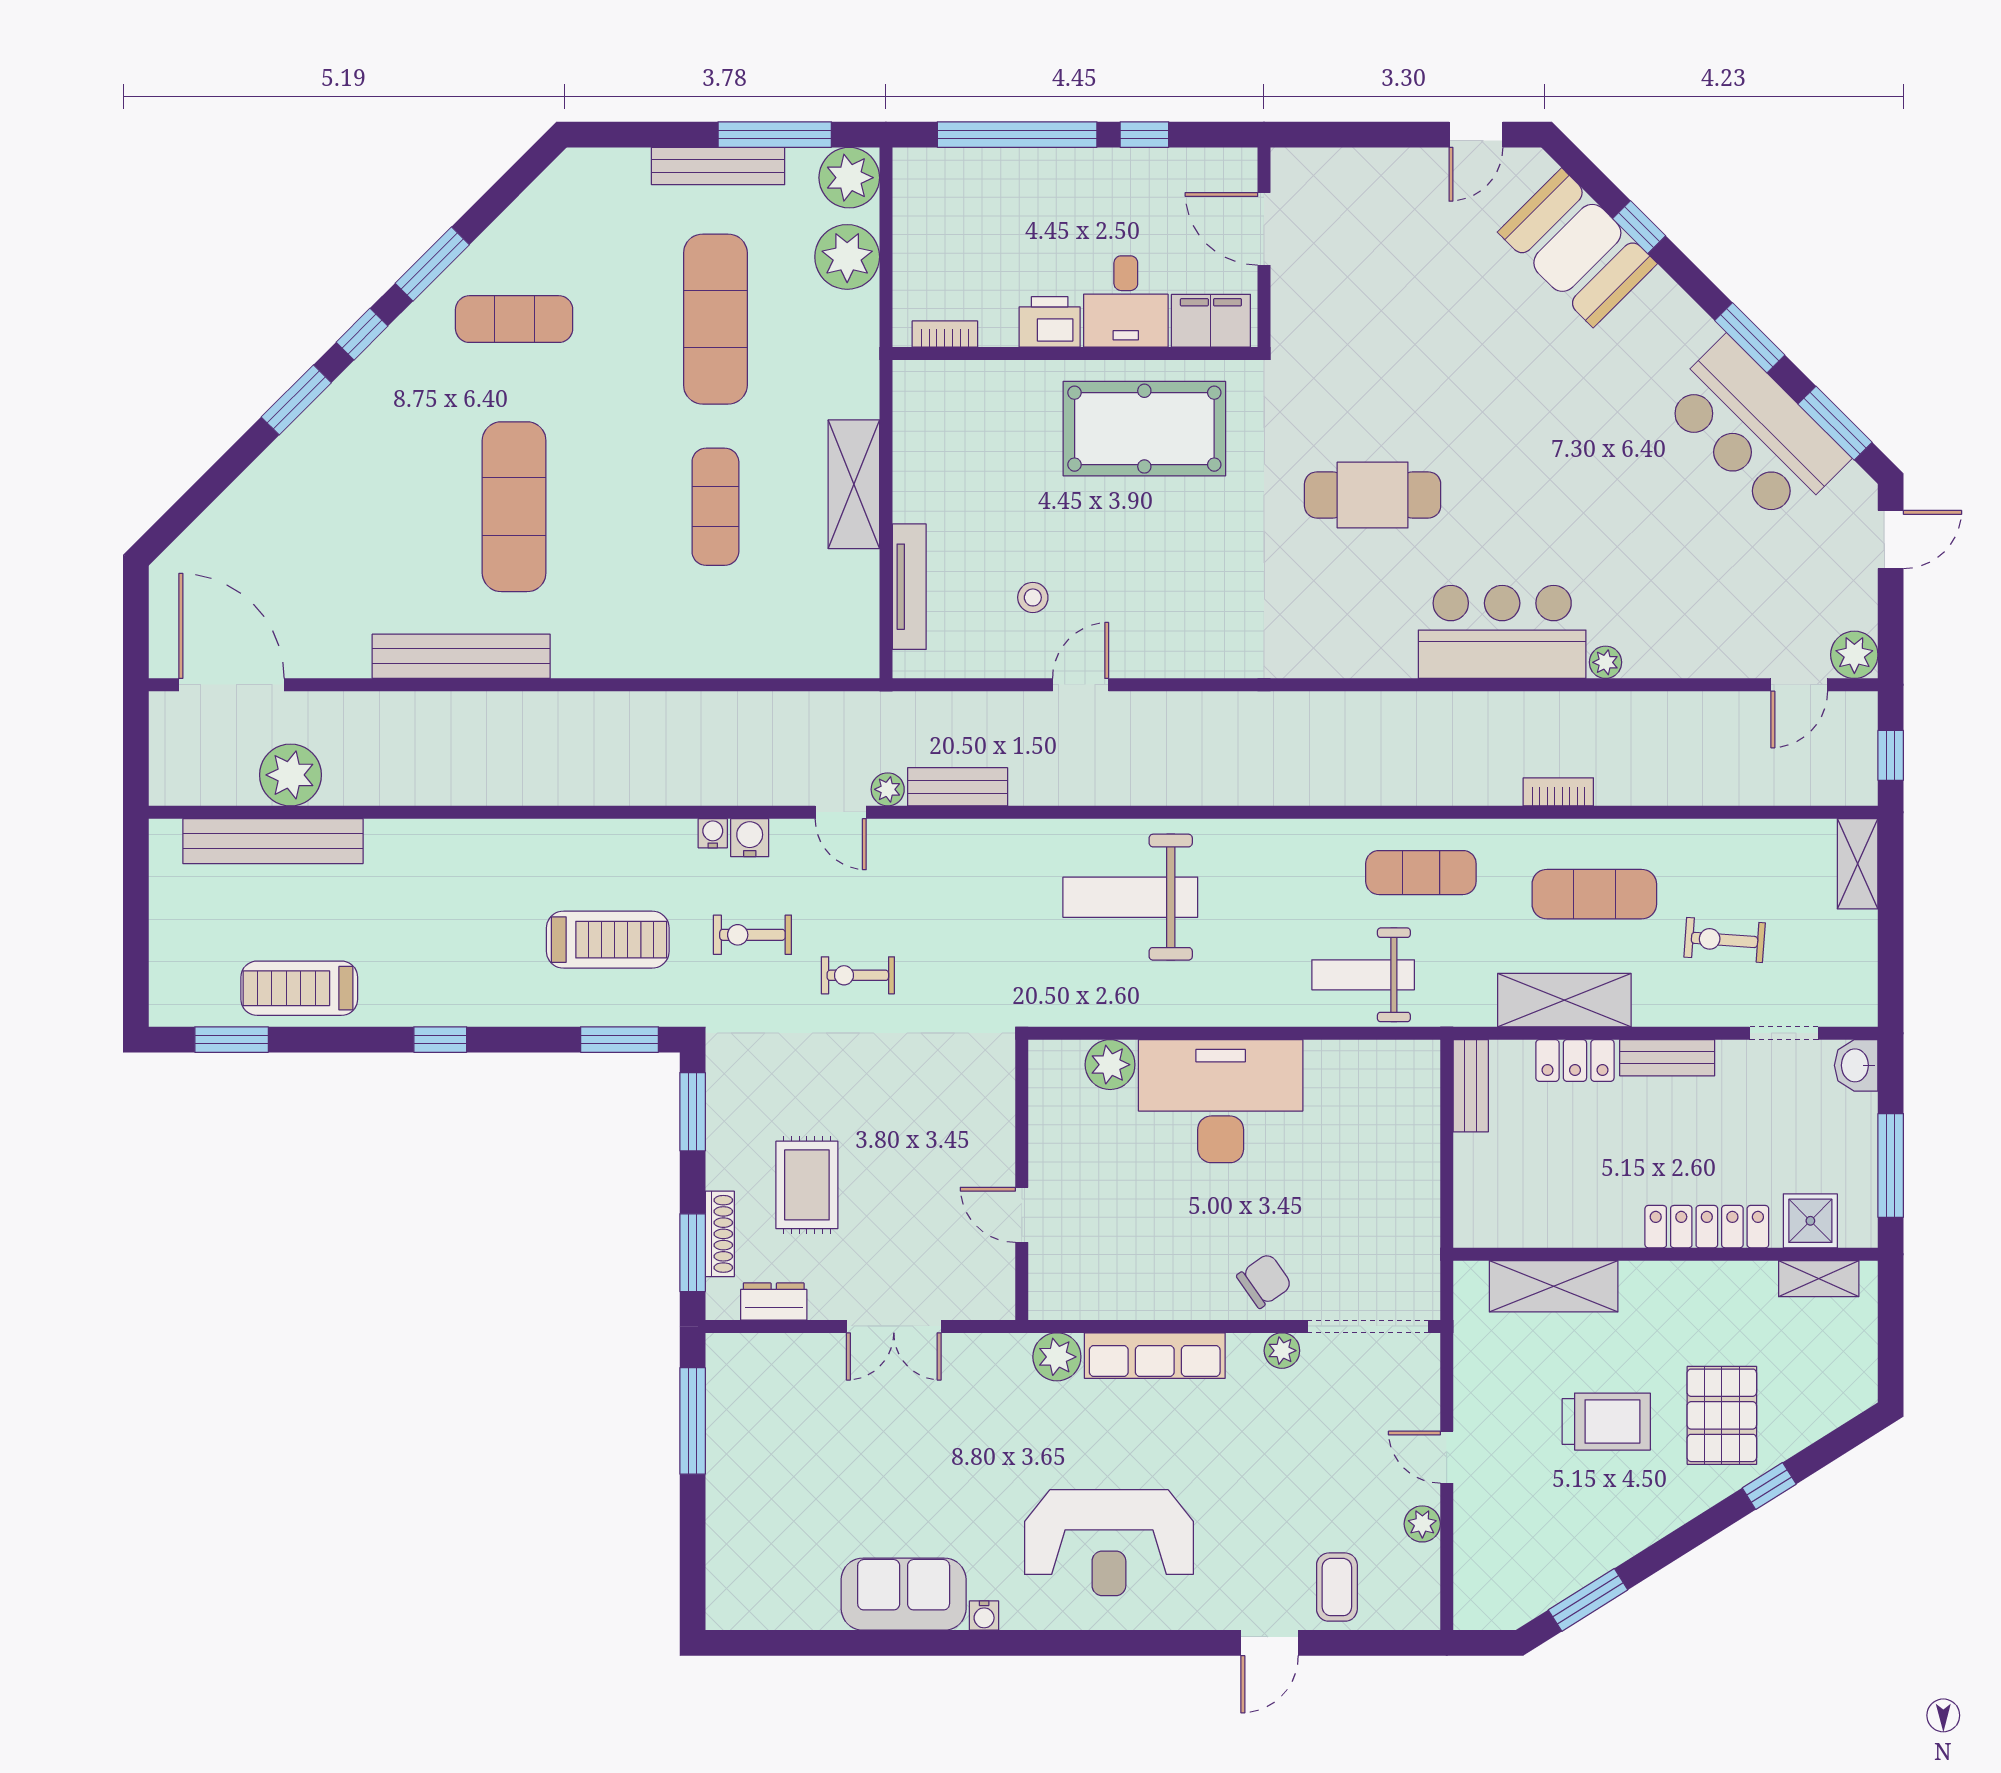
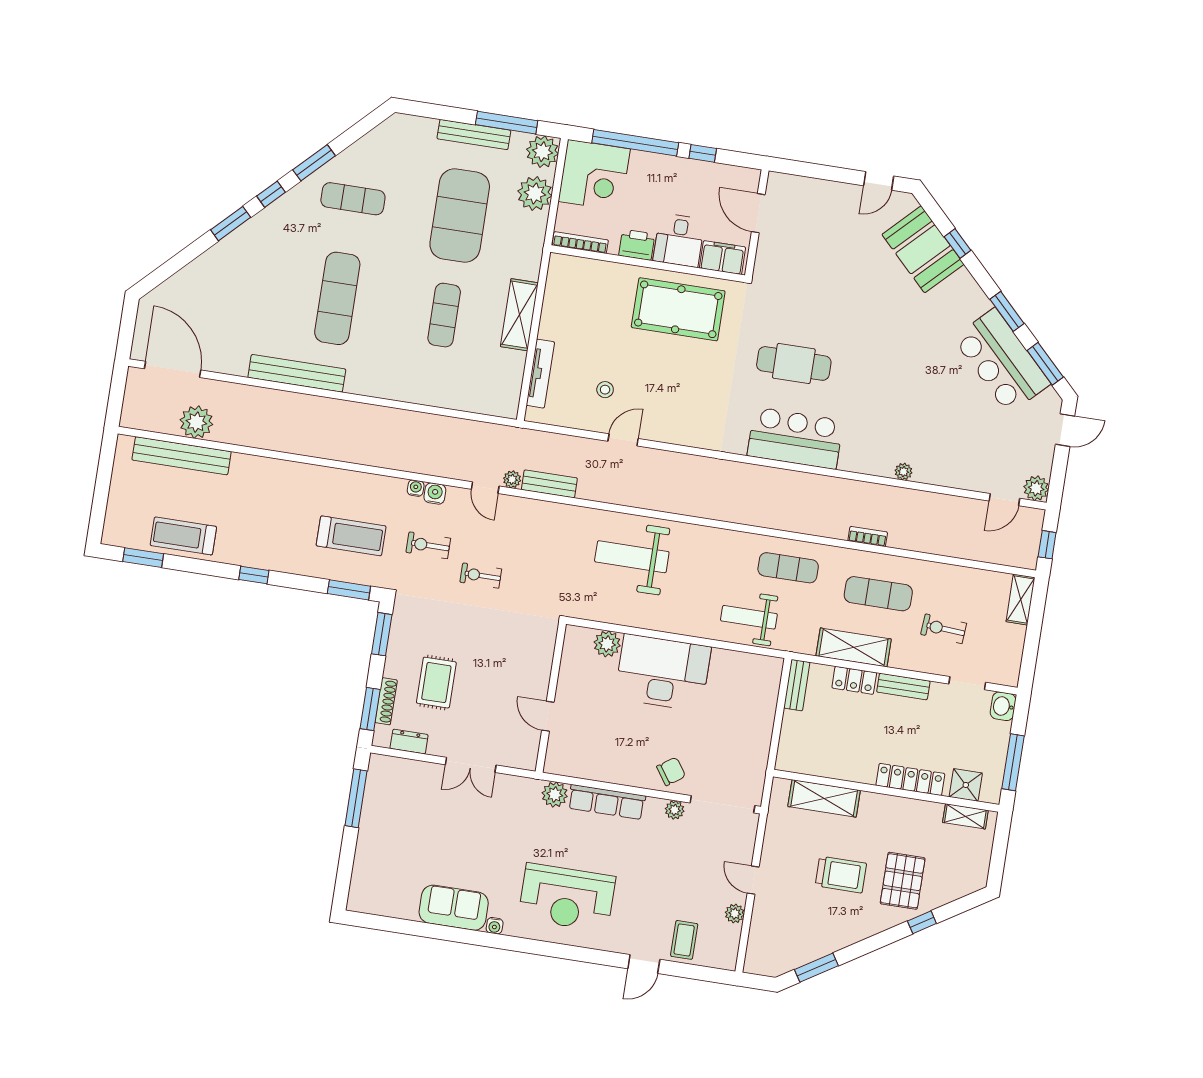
corner desk: (951, 206) -> (594, 175), added
exercise mat: (715, 319) -> (460, 216), width x1.47
bookcase: (945, 334) -> (580, 242), width x1.56
bar counter: (1502, 632) -> (795, 438), moved

